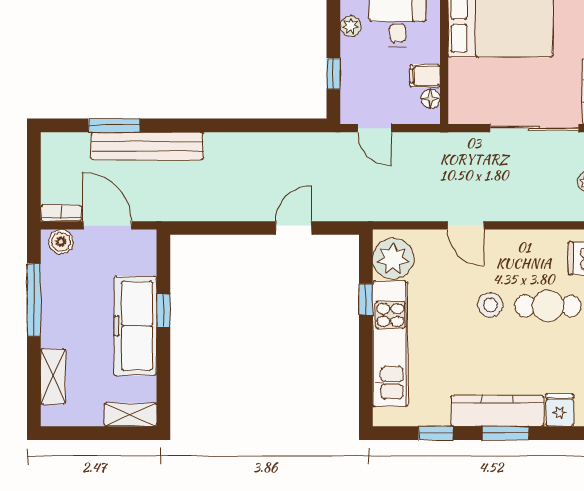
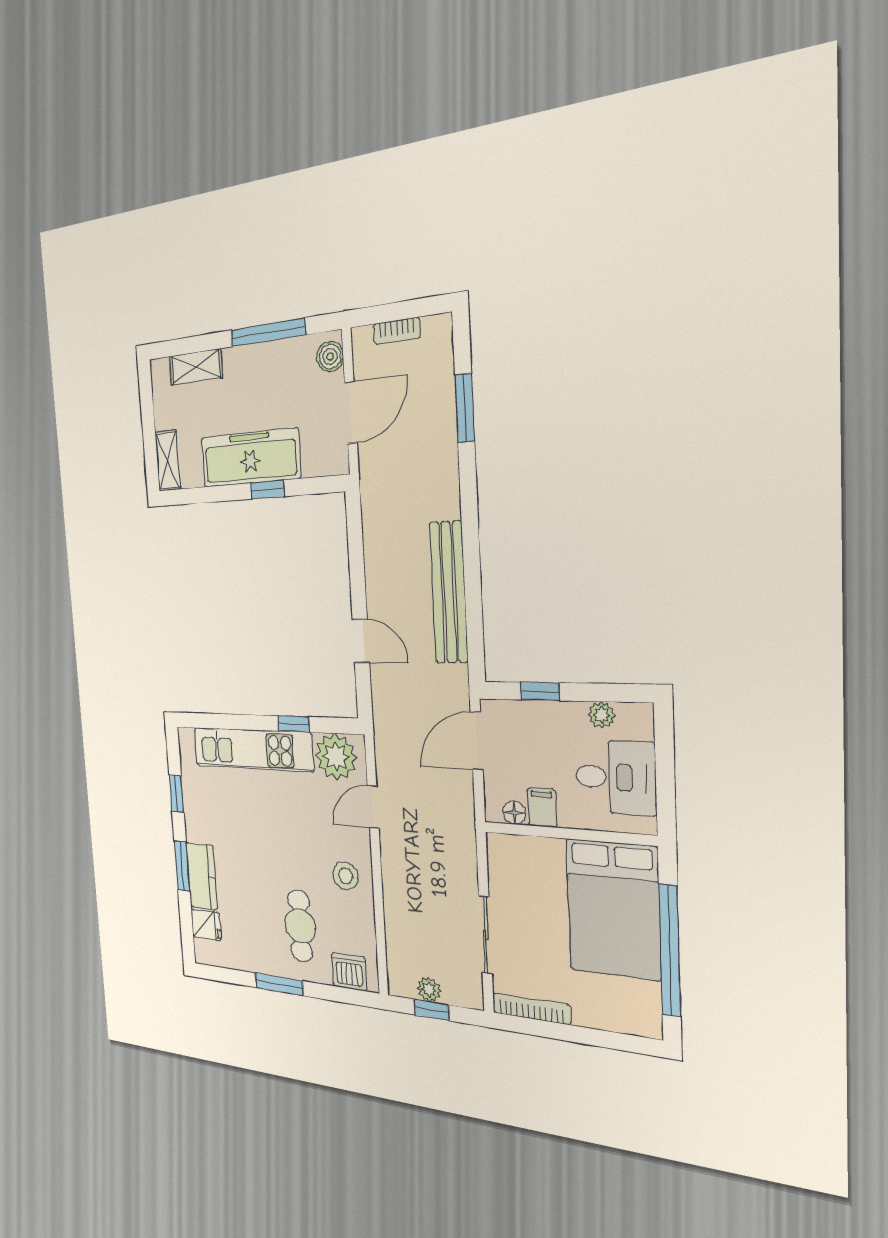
door: (374, 128) -> (477, 741), width x1.38
sliding door: (534, 128) -> (485, 935), width x0.73
bench: (147, 146) -> (449, 592), moved
bookcase: (61, 213) -> (397, 331), moved, turned 90
door: (466, 225) -> (373, 807), moved
stool: (490, 305) -> (346, 876), moved
kitchen counter: (497, 411) -> (202, 876), width x0.67

